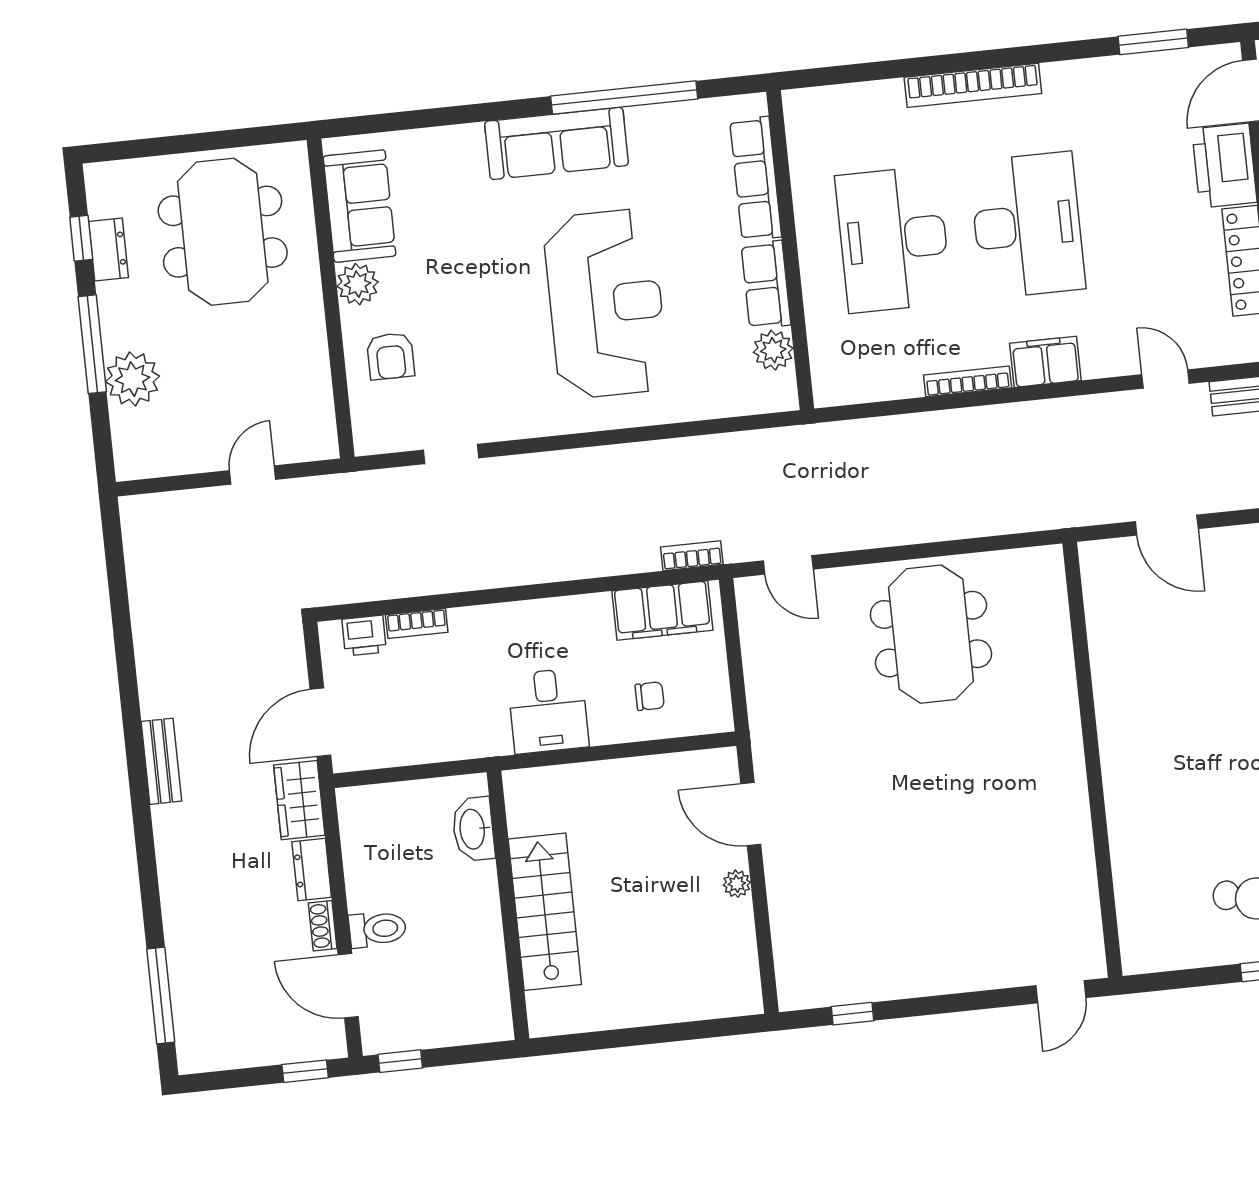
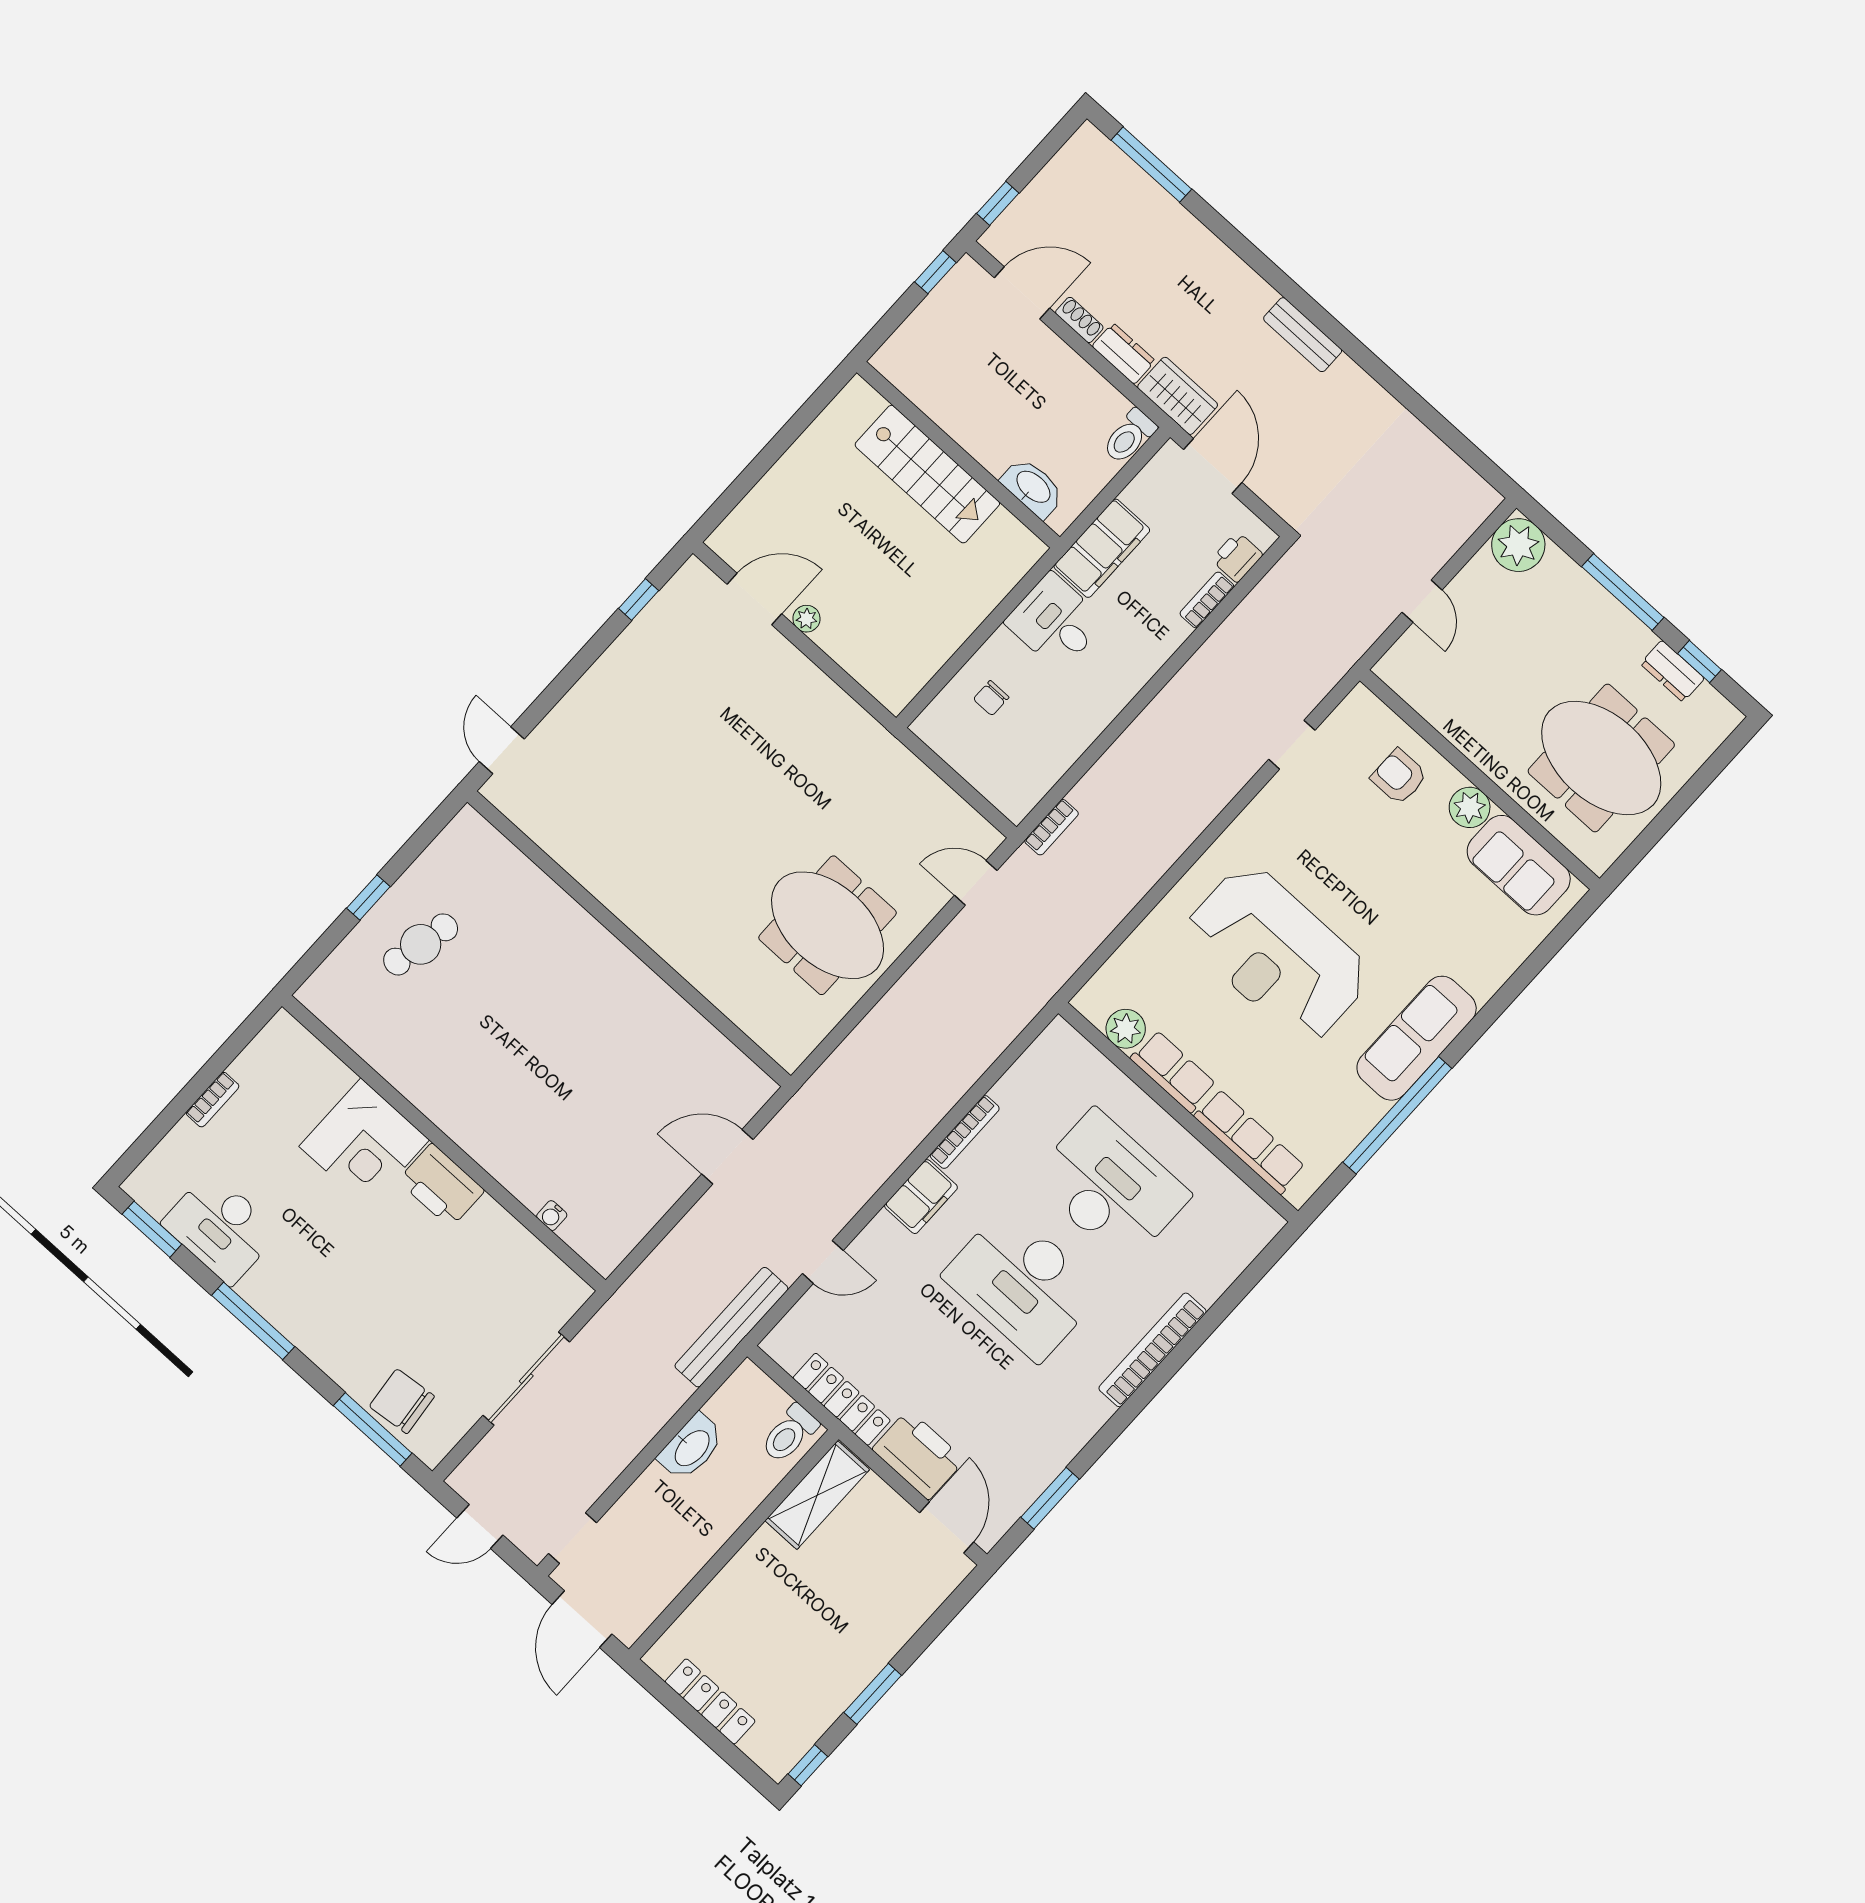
plant: (133, 379) -> (1518, 545), moved
filing cabinet: (662, 611) -> (1102, 548), moved, turned 180
door: (751, 814) -> (754, 599), moved
toilet: (377, 929) -> (1129, 436), moved

